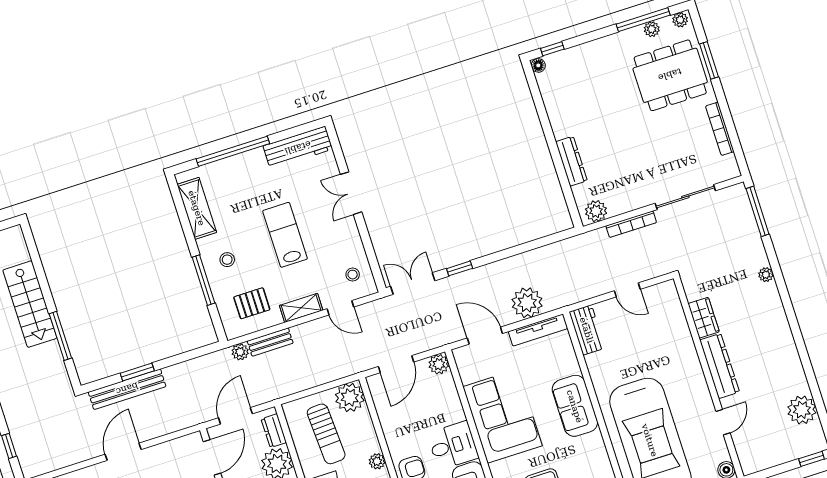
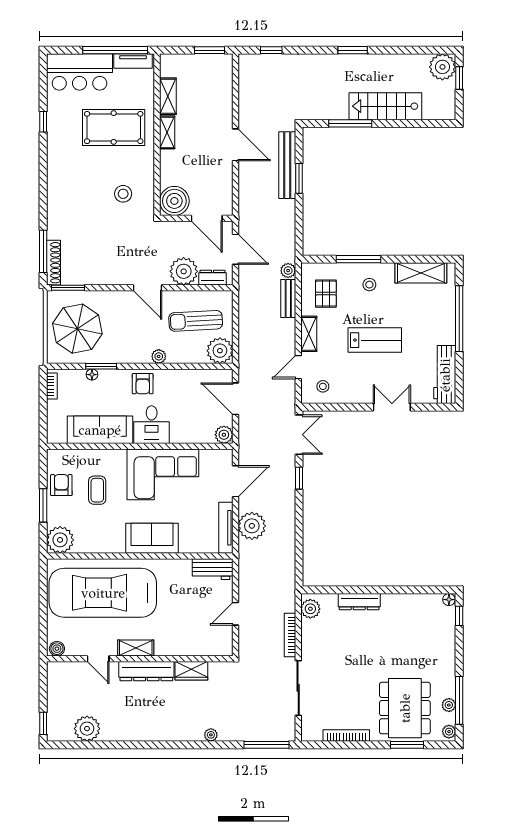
shelving: (698, 385) -> (136, 648), added

